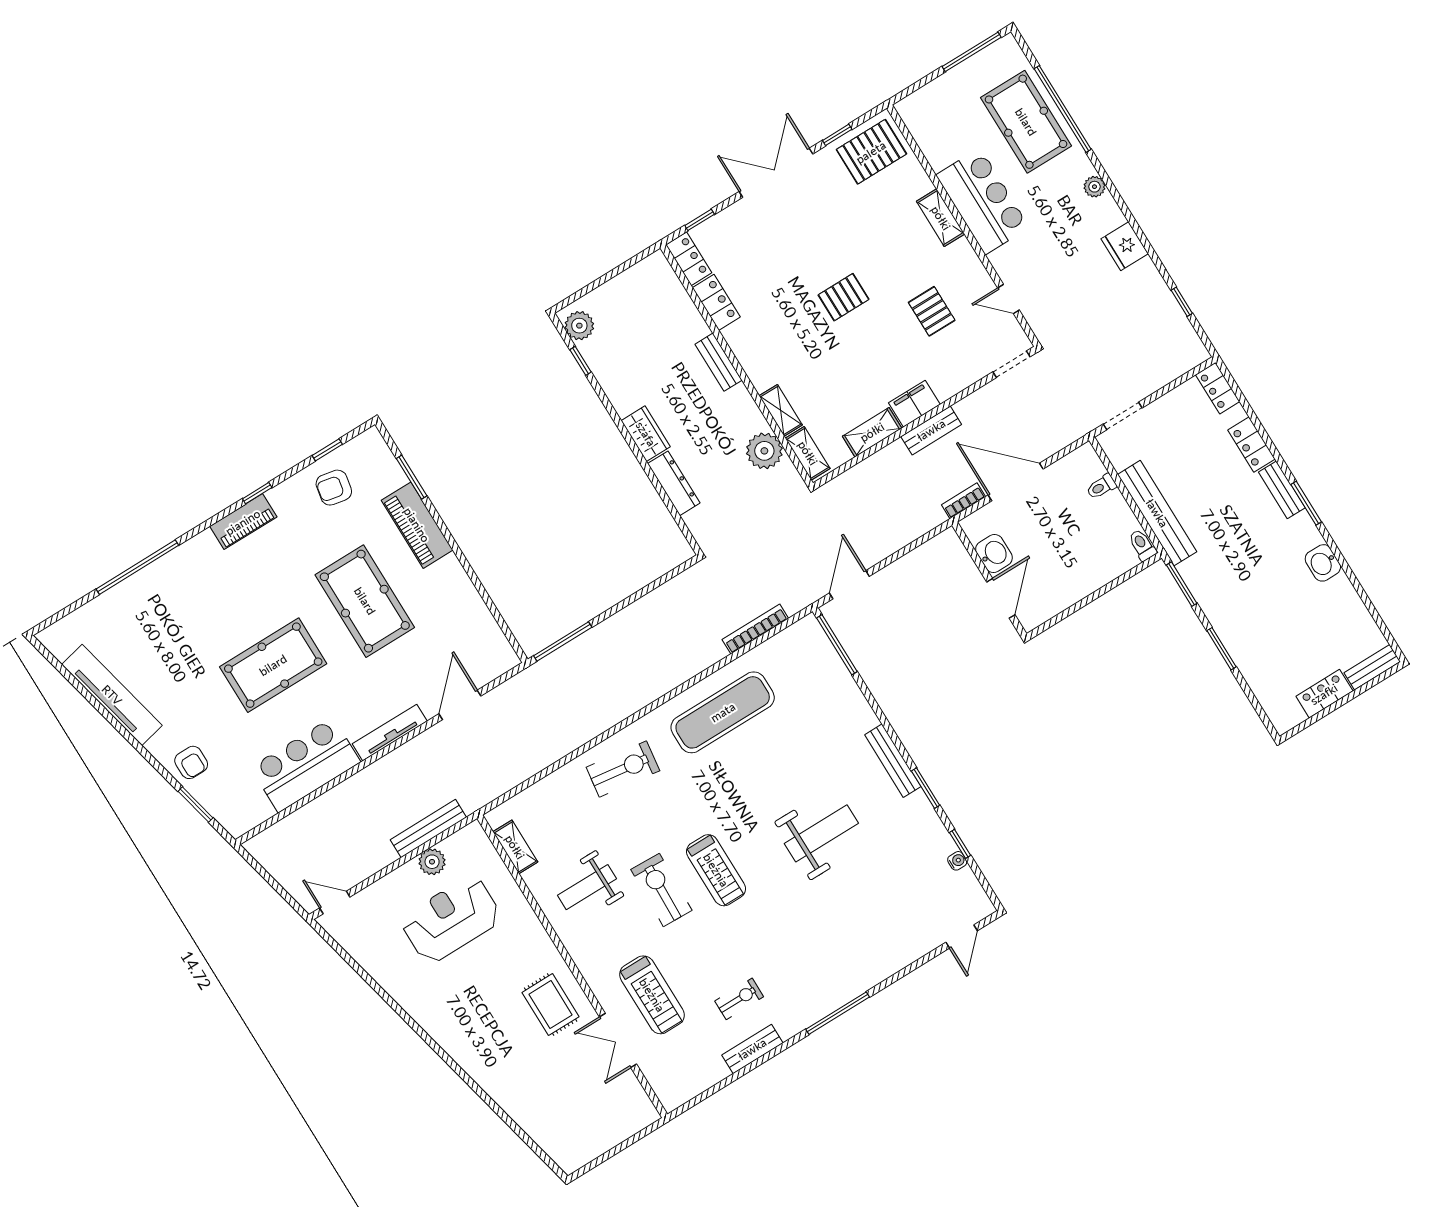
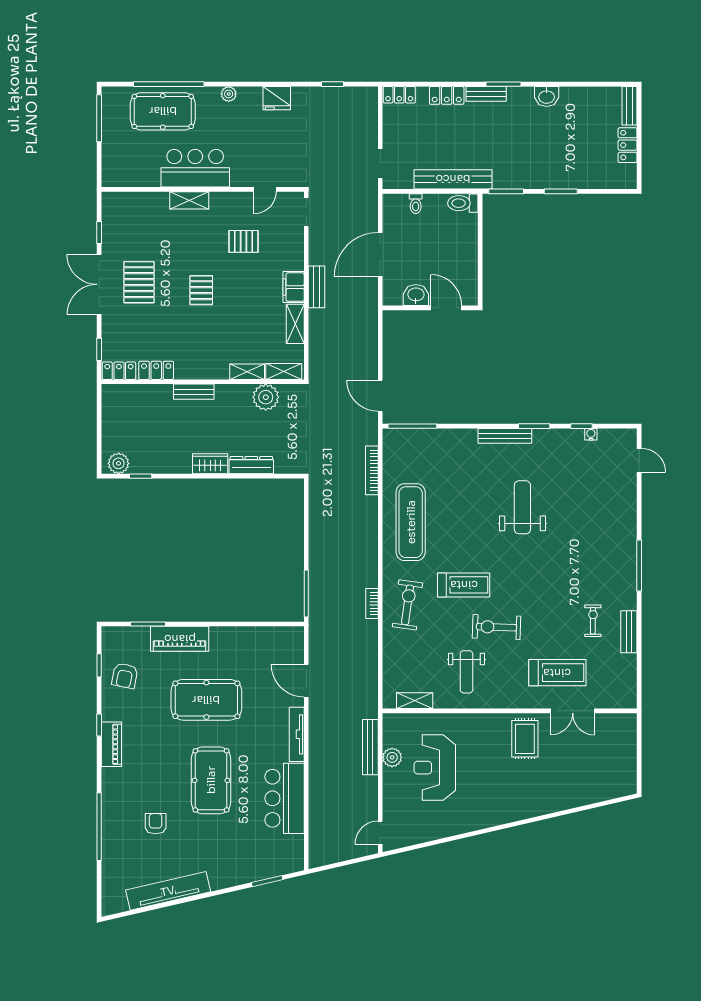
pallet: (871, 152) -> (139, 282), moved
bookcase: (964, 501) -> (372, 603), moved
toilet: (1142, 545) -> (463, 203), width x1.37, depth x1.39
armchair: (191, 762) -> (156, 824), moved, turned -90
treadmill: (716, 870) -> (464, 585), moved
rug: (550, 1005) -> (525, 739), turned 90

